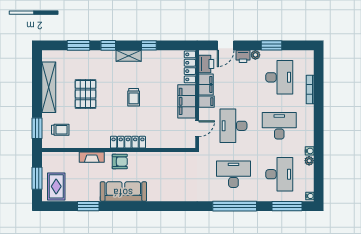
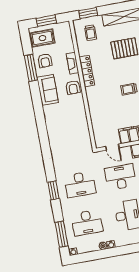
locker: (128, 142) -> (87, 71), moved
desk: (233, 174) -> (80, 184), turned 90
armchair: (83, 188) -> (45, 61), added
sofa: (123, 191) -> (48, 90), width x0.73
window: (88, 206) -> (31, 68), width x1.44
window: (235, 206) -> (53, 190), width x0.47

